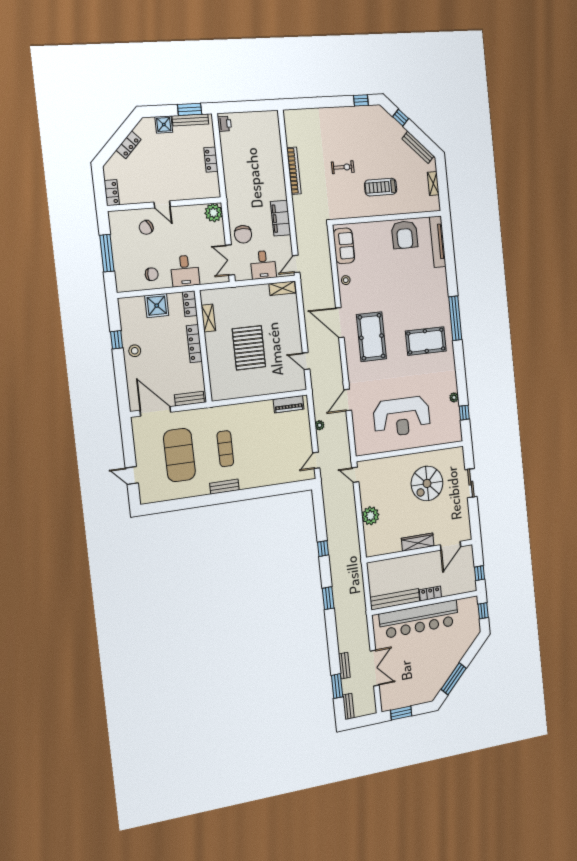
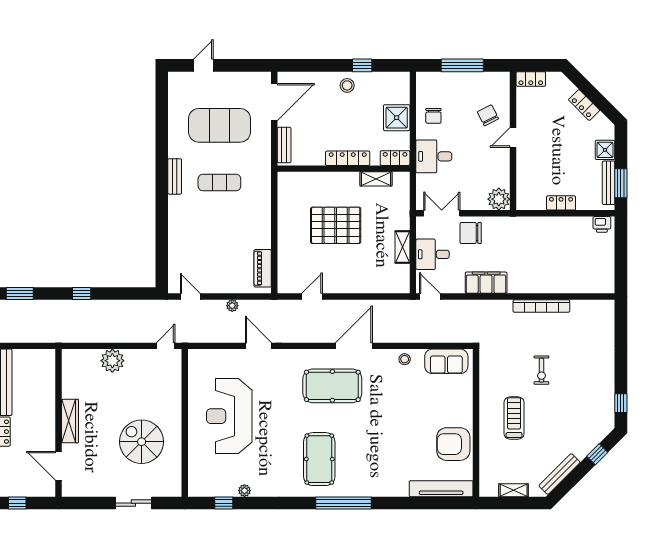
shelving: (282, 288) -> (402, 247), moved

